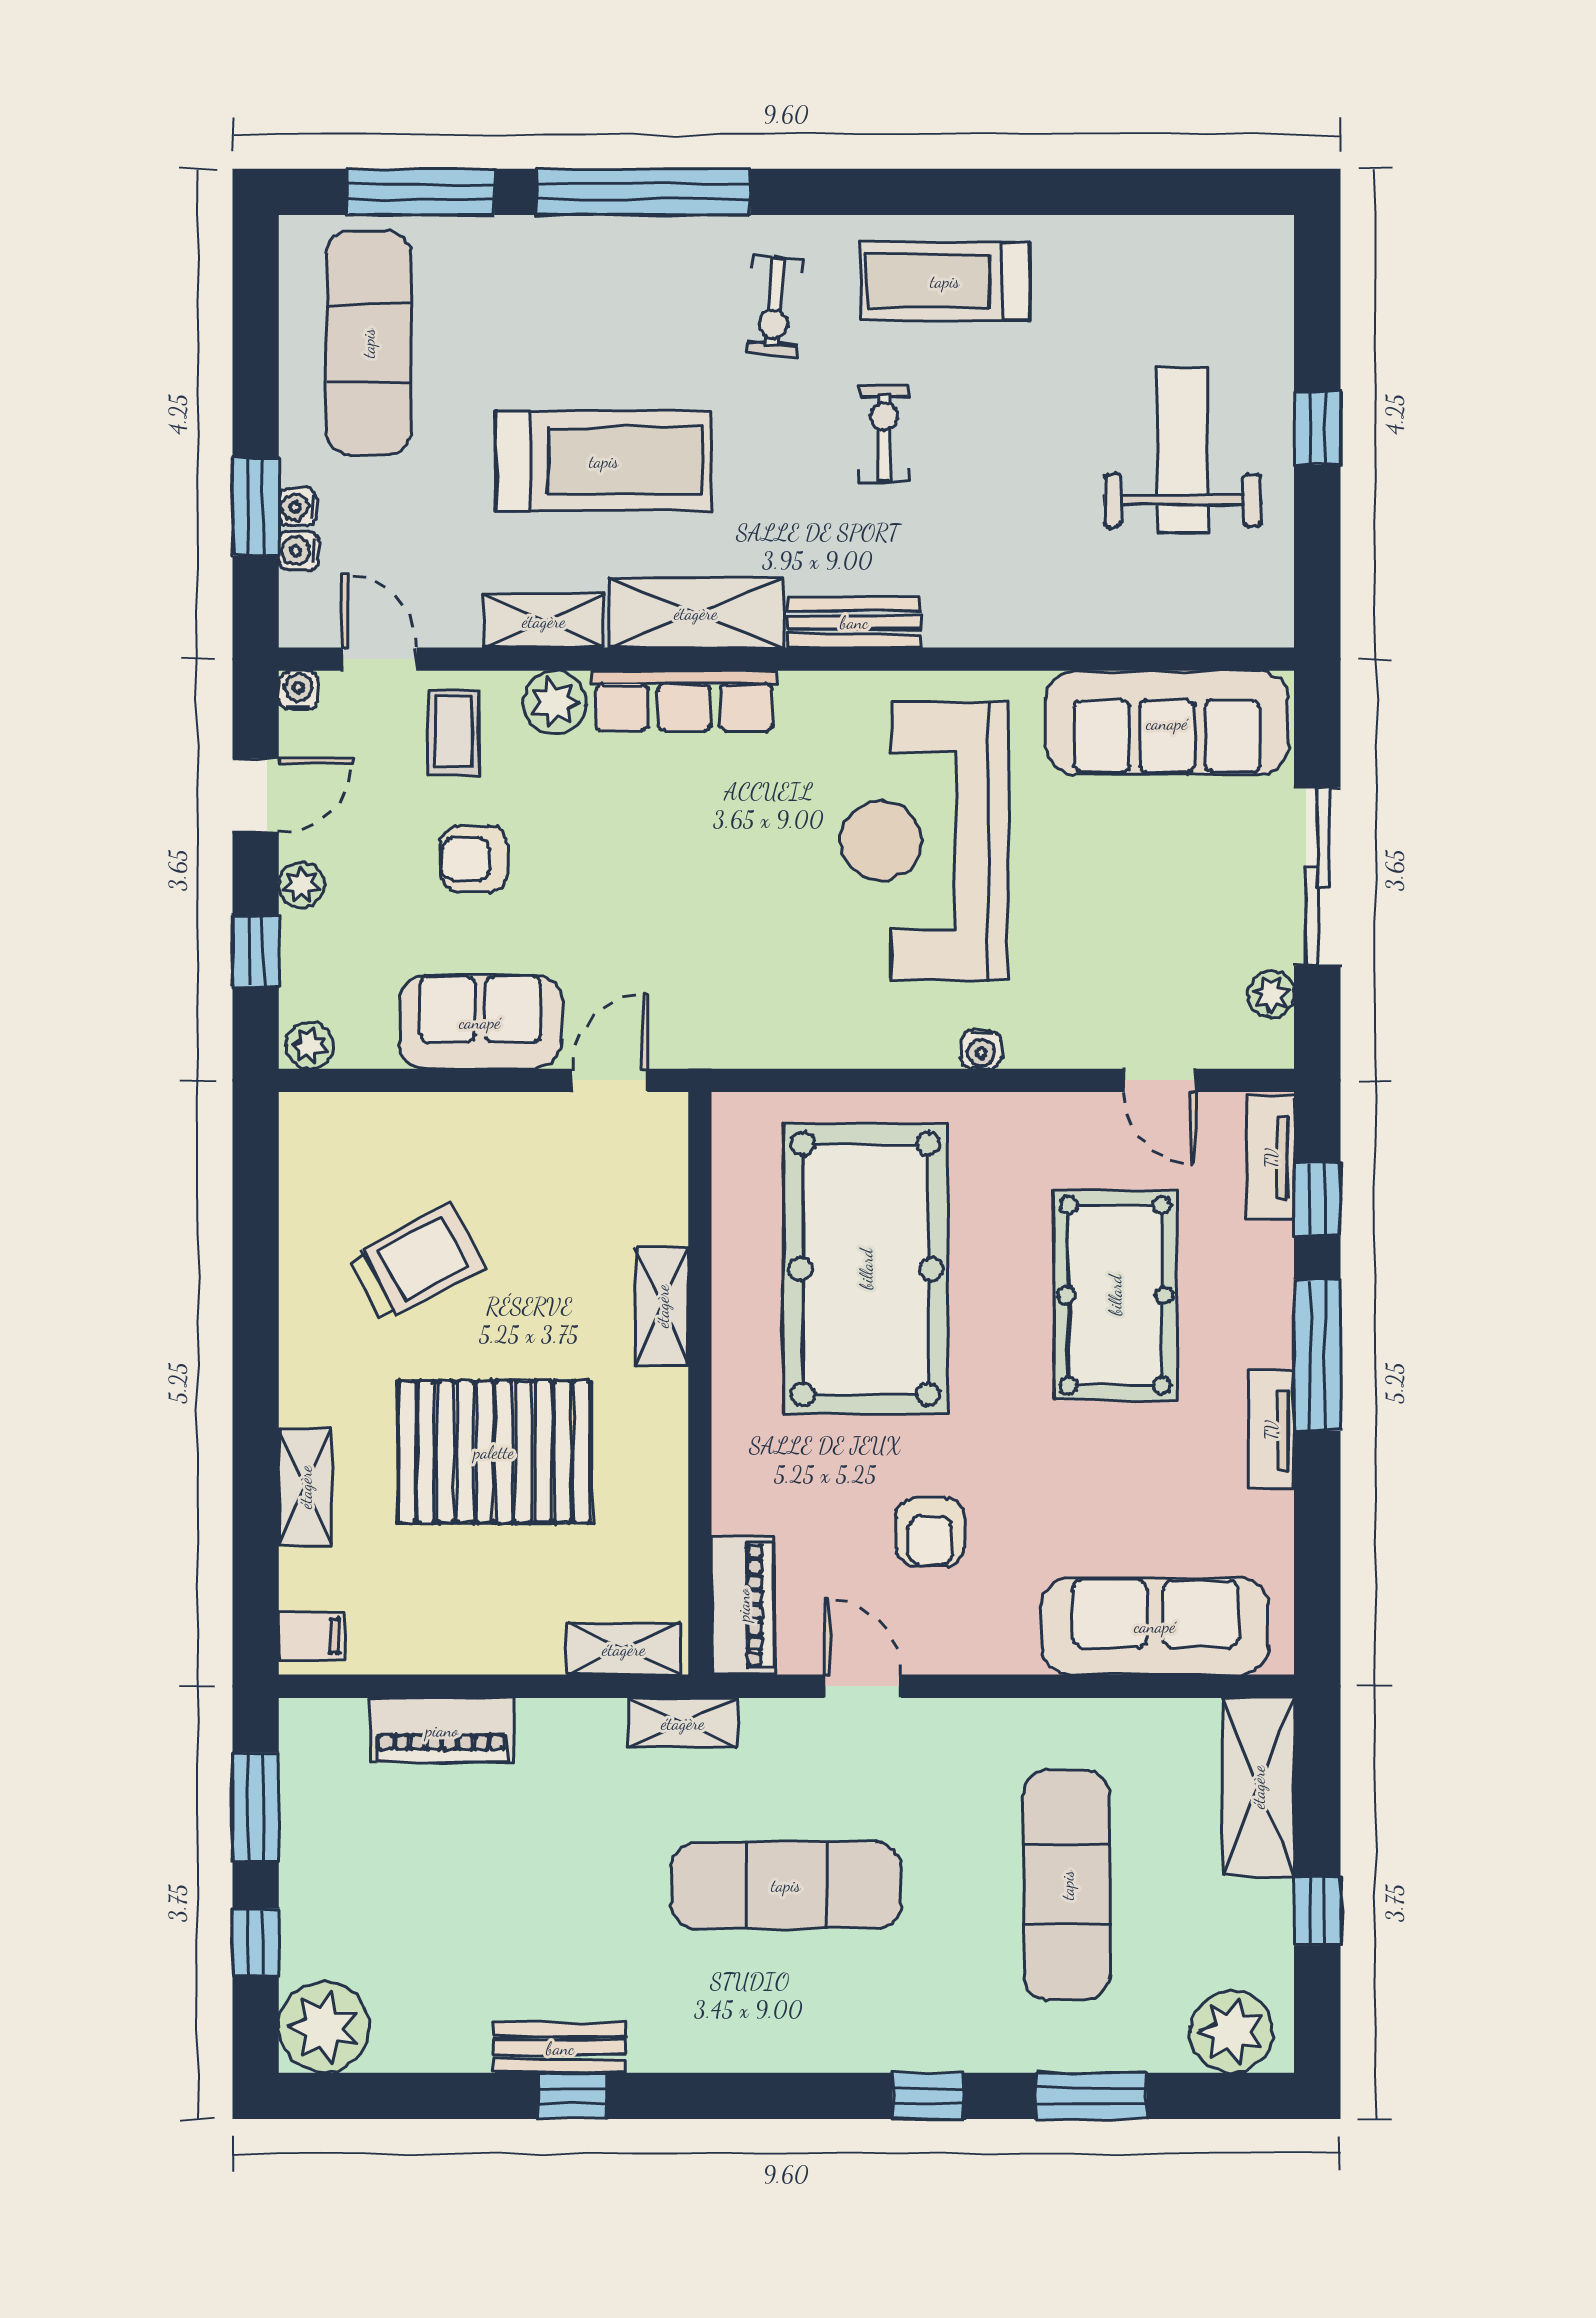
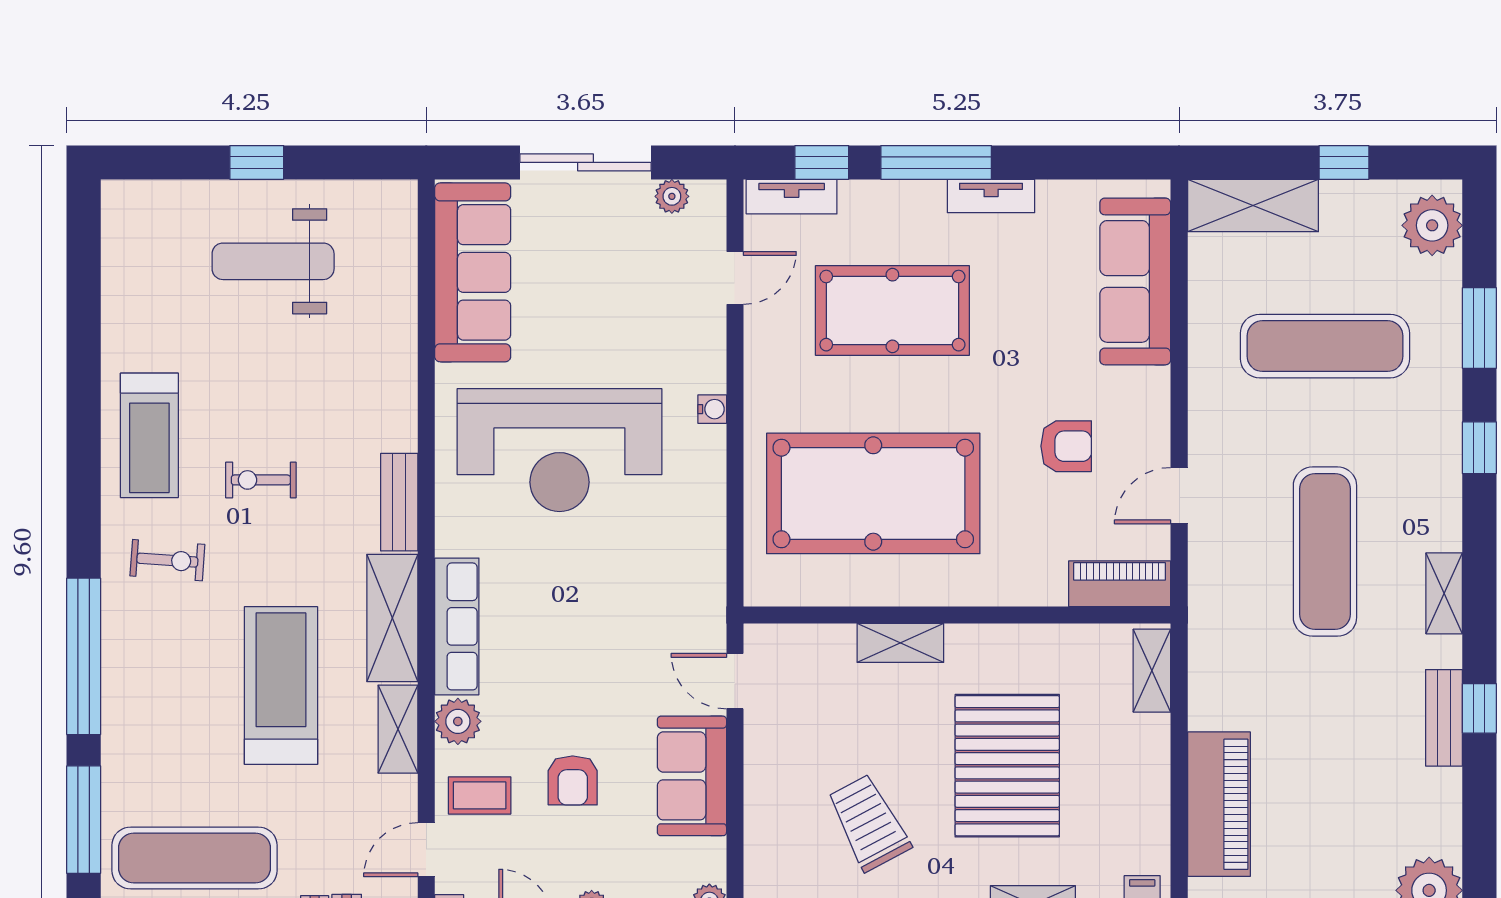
shelving: (683, 1723) -> (1444, 593), moved
piano: (442, 1730) -> (1219, 804), width x1.37, depth x1.33

